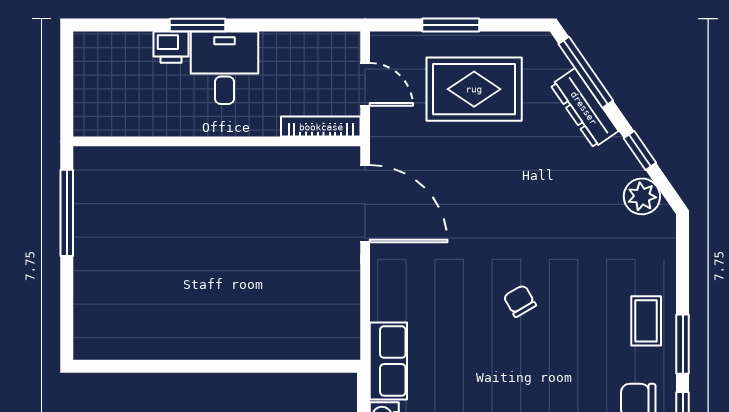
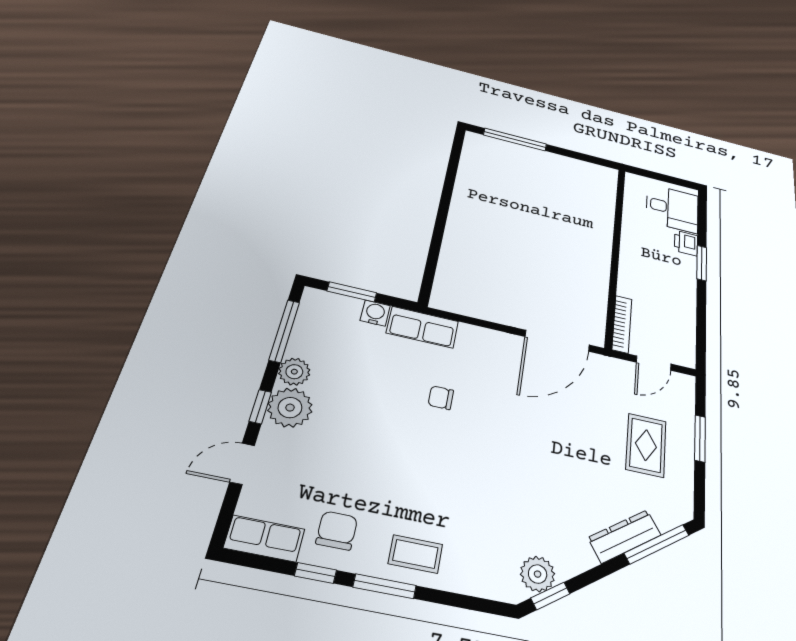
desk: (224, 68) -> (672, 208), moved
rug: (474, 89) -> (646, 445), width x0.73, depth x0.70
window: (640, 151) -> (550, 596), moved
window: (67, 213) -> (515, 140), moved
chair: (520, 301) -> (441, 398), moved, turned -150

